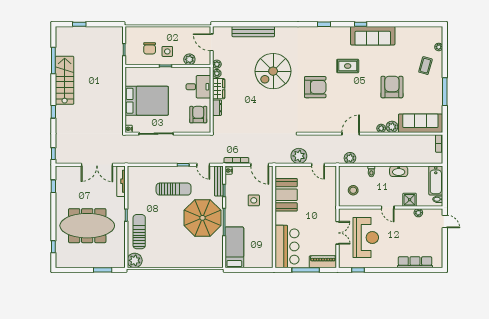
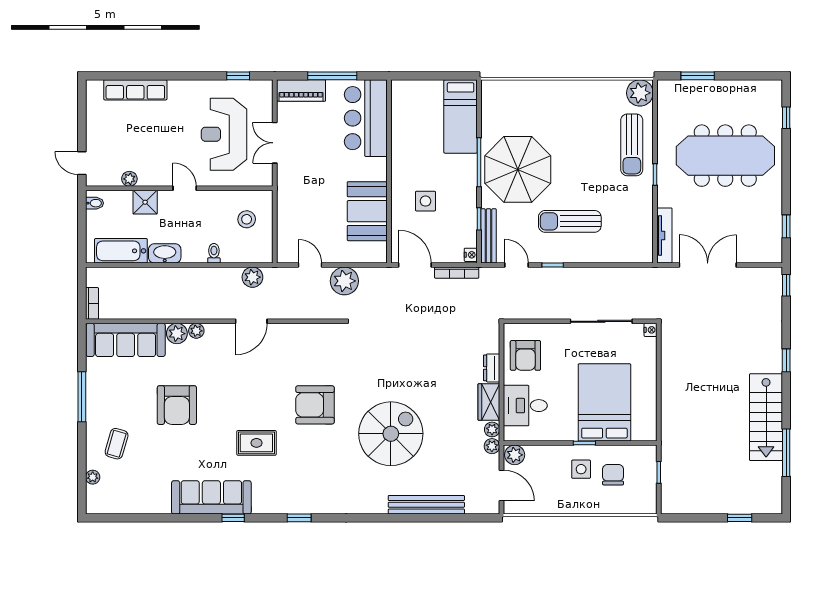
plant: (189, 59) -> (515, 455), moved
bed: (147, 101) -> (604, 402), moved, turned 90
bathtub: (436, 180) -> (121, 251), moved, turned -90

